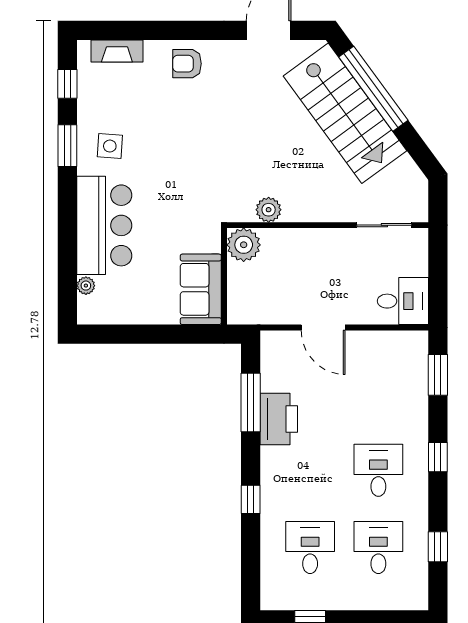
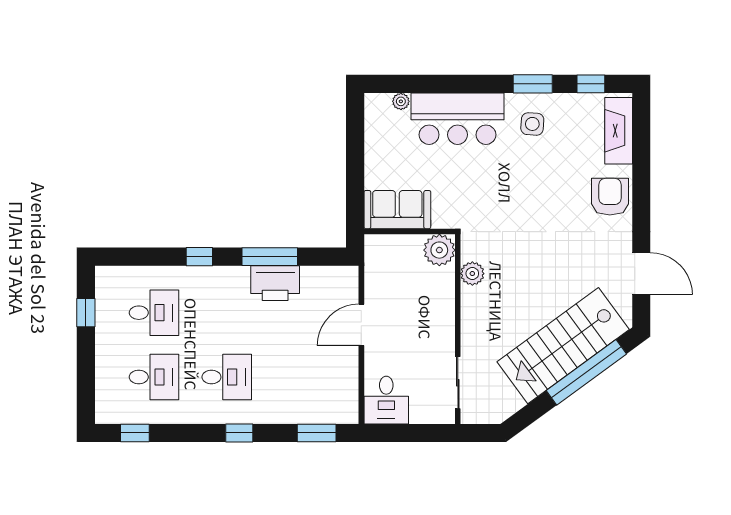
fireplace: (117, 51) -> (619, 131), width x1.37, depth x1.32
armchair: (187, 64) -> (610, 197), width x1.38, depth x1.38
window: (251, 403) -> (270, 257), moved
window: (438, 547) -> (135, 433), moved

